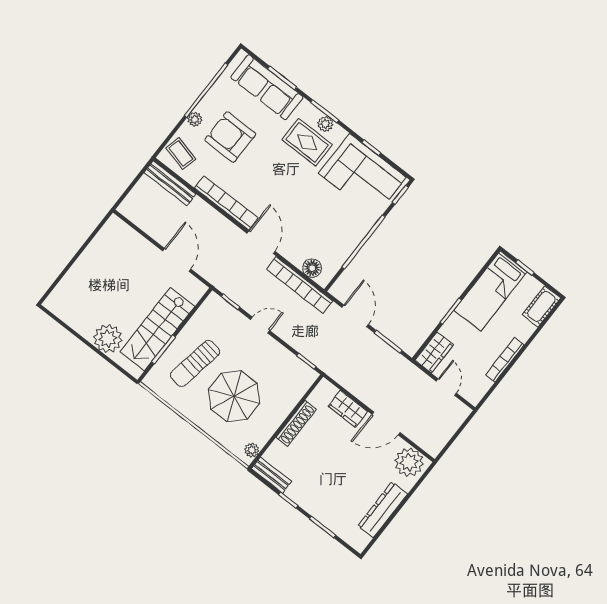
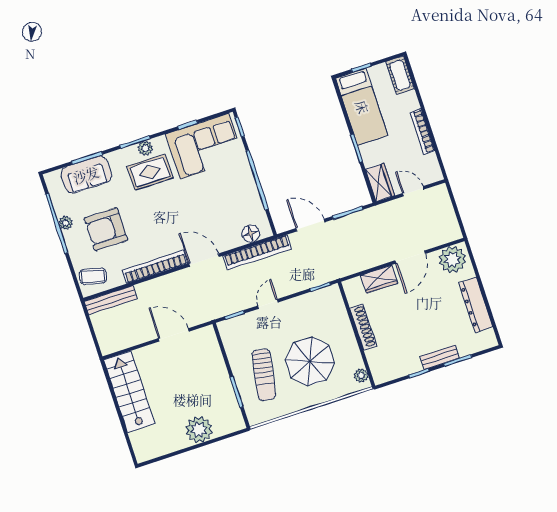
sofa: (267, 87) -> (86, 175), width x0.73
plant: (195, 119) -> (66, 223), moved
stairs: (157, 329) -> (129, 392), moved, turned 180
bench: (271, 475) -> (440, 357), moved

